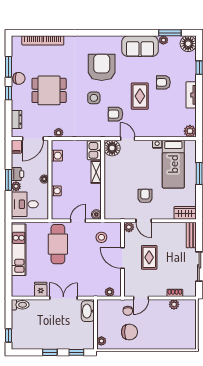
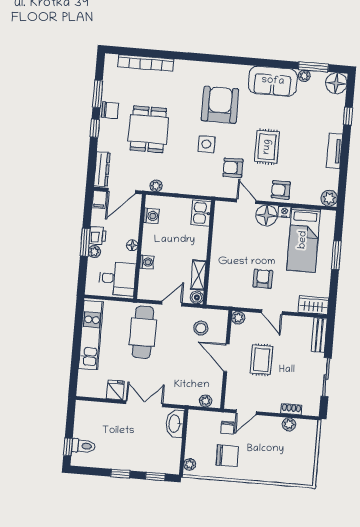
armchair: (163, 82) -> (281, 190), moved
dining table: (49, 90) -> (148, 129), turned 90
dresser: (17, 119) -> (102, 169), width x1.44
floor lamp: (112, 148) -> (266, 215), moved
shelving: (96, 172) -> (198, 275), moved
desk: (25, 204) -> (117, 279), moved, turned 180
door: (144, 221) -> (272, 312), moved
toilet: (20, 305) -> (83, 446), moved

